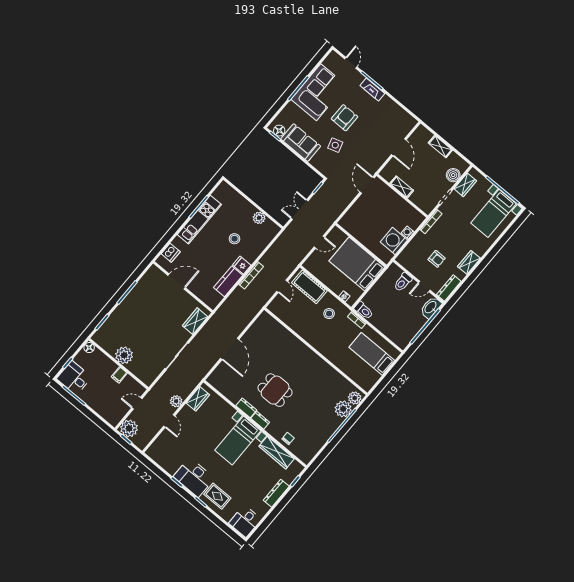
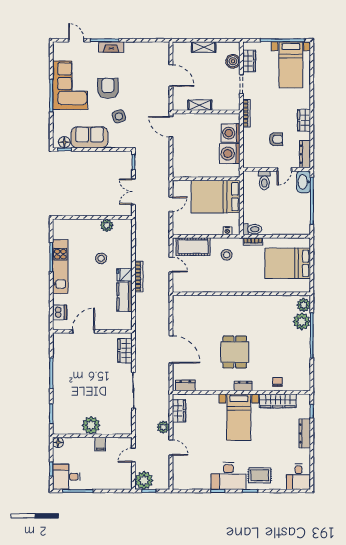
washing machine: (408, 232) -> (231, 133), width x1.89, depth x1.89
bed: (372, 354) -> (288, 263), width x1.50
dining table: (275, 390) -> (235, 352), turned 90
dresser: (246, 408) -> (185, 385), moved

